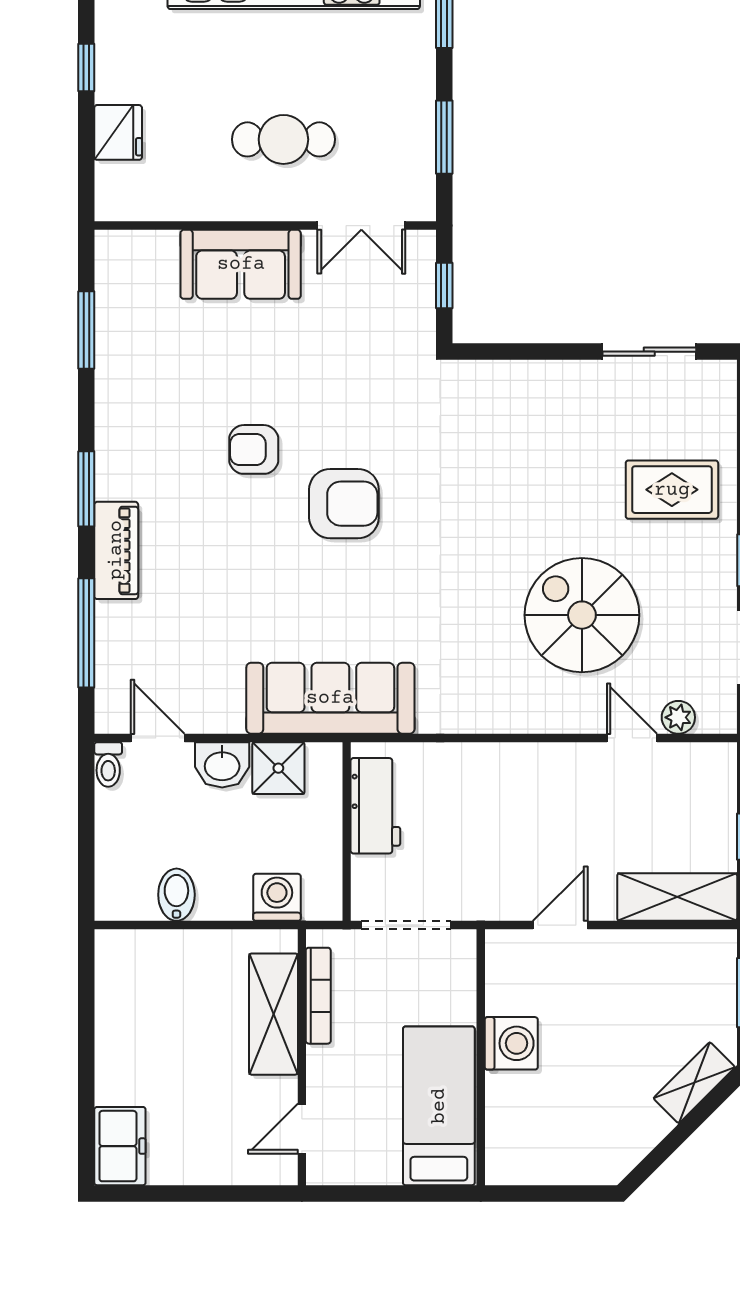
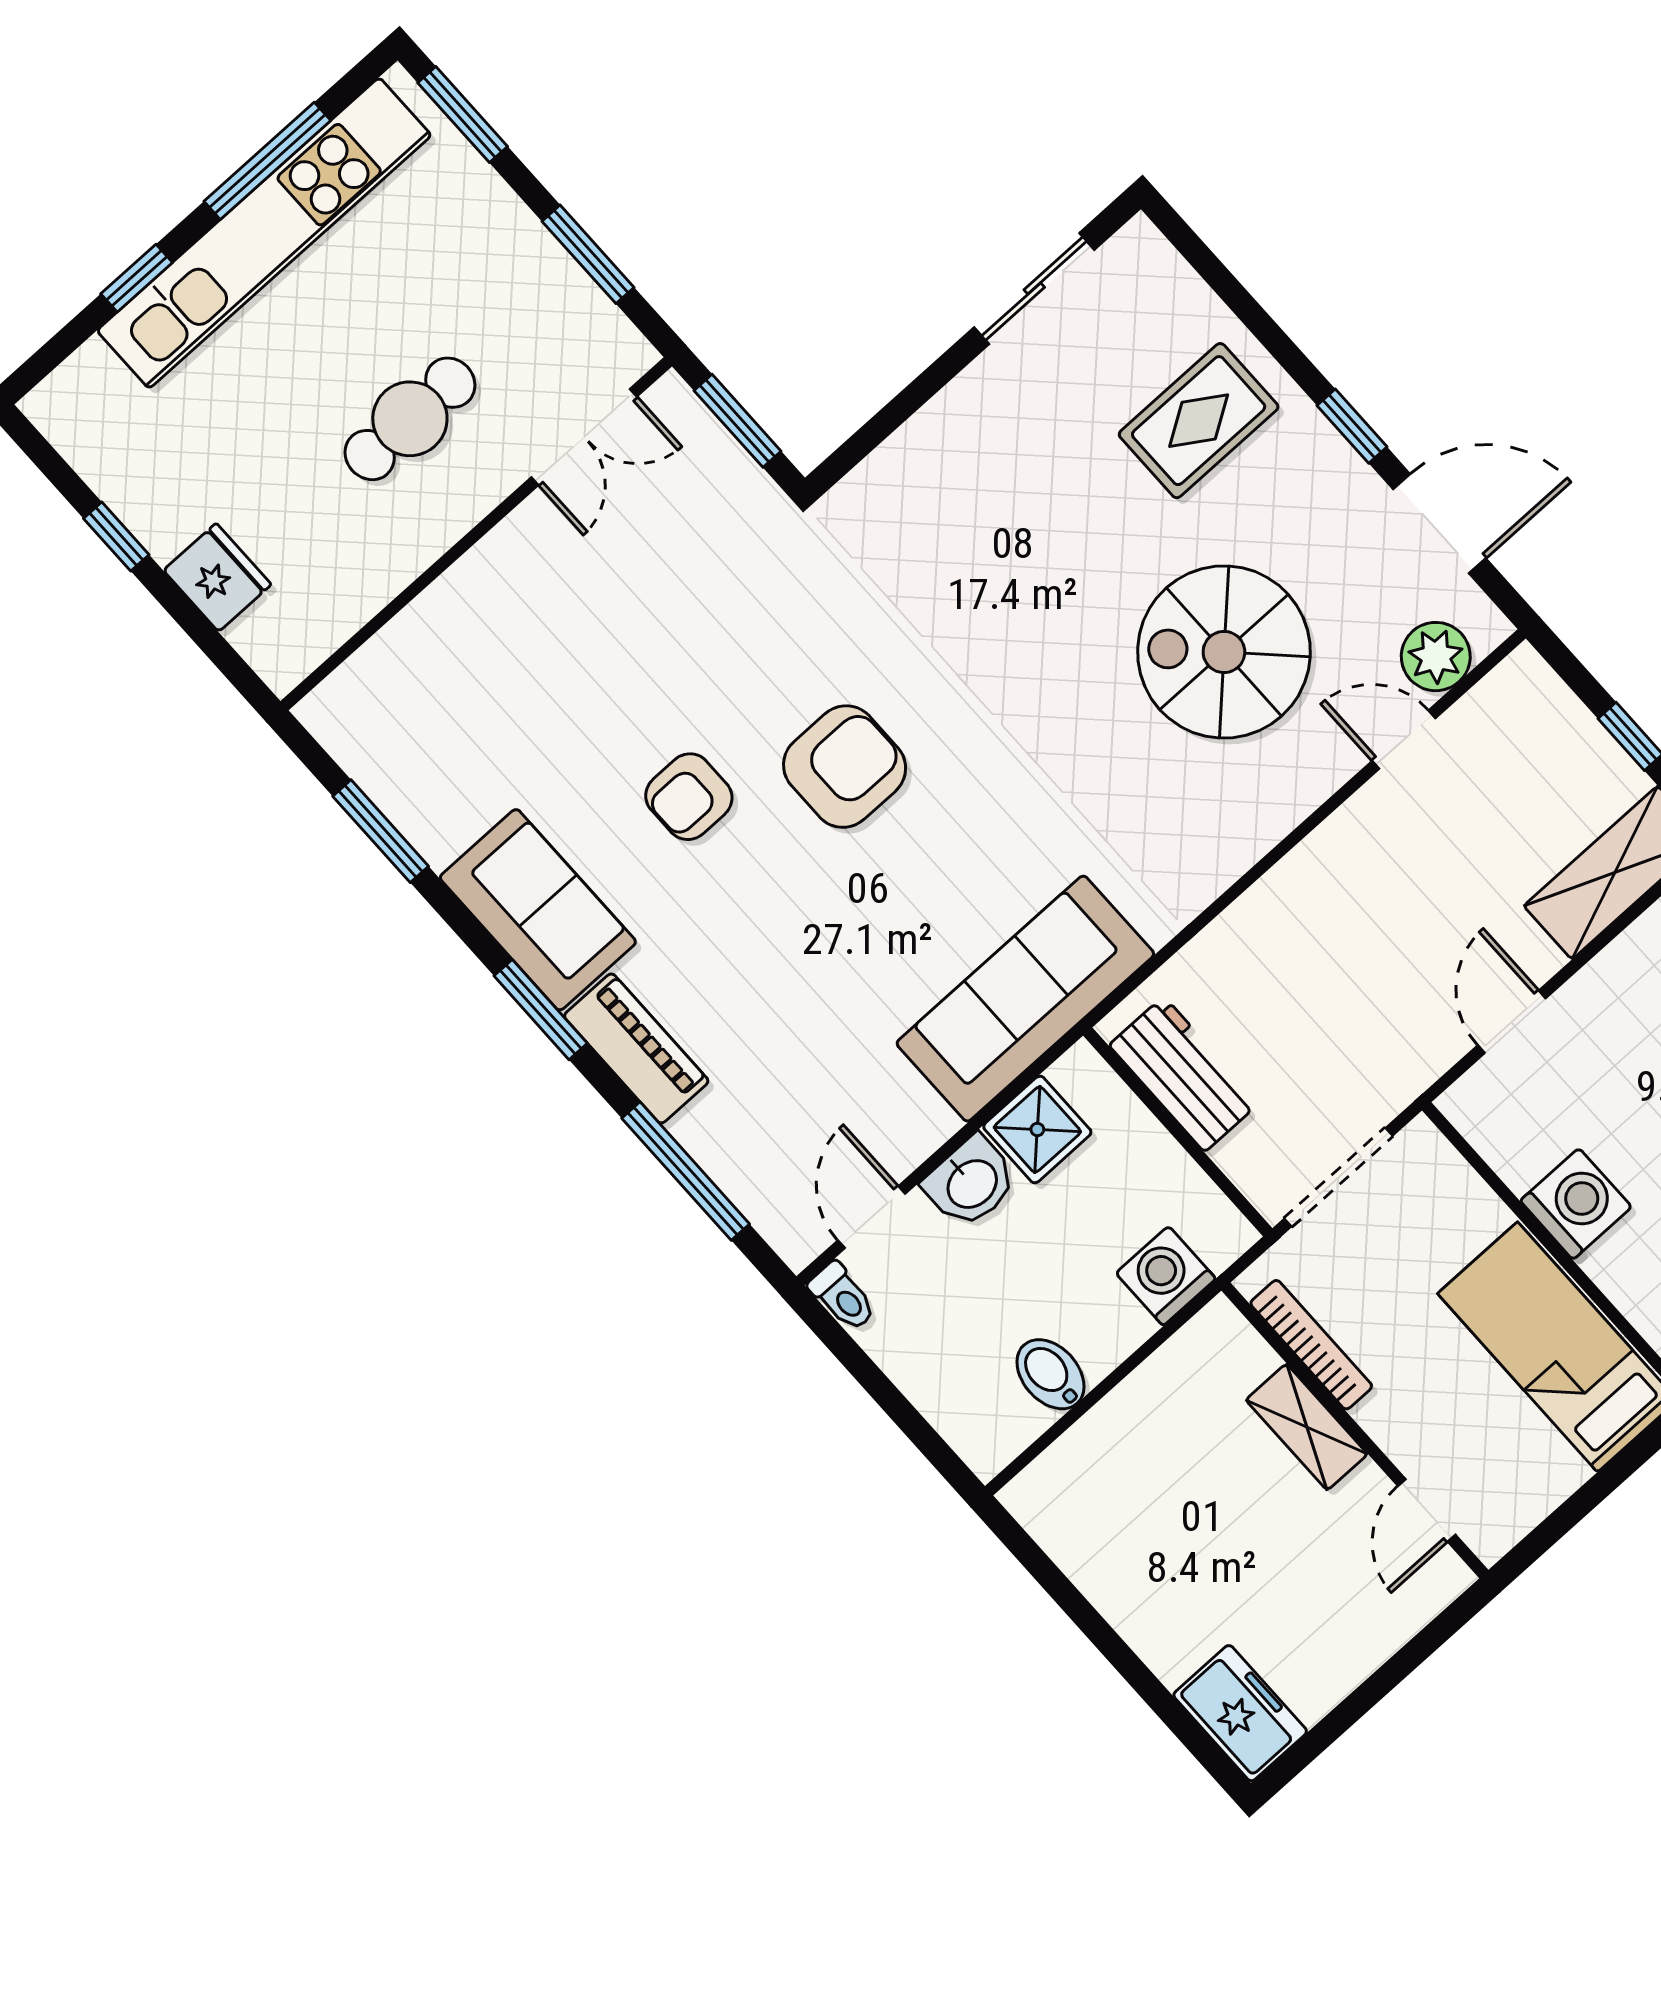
sofa: (241, 264) -> (538, 910), moved, turned -90
window: (444, 285) -> (737, 421), width x1.50
plant: (678, 717) -> (1436, 657), width x1.38, depth x1.38
door: (158, 738) -> (872, 1217), hinge flipped
shelving: (273, 1014) -> (1307, 1427), width x0.67, depth x0.75

